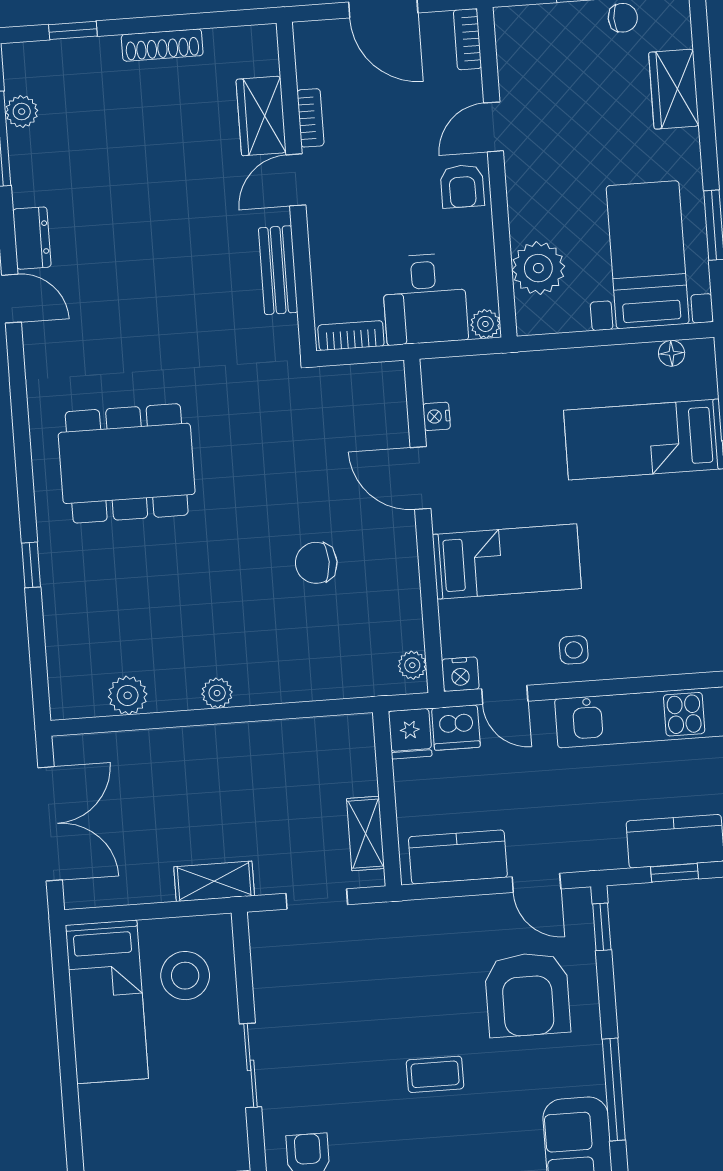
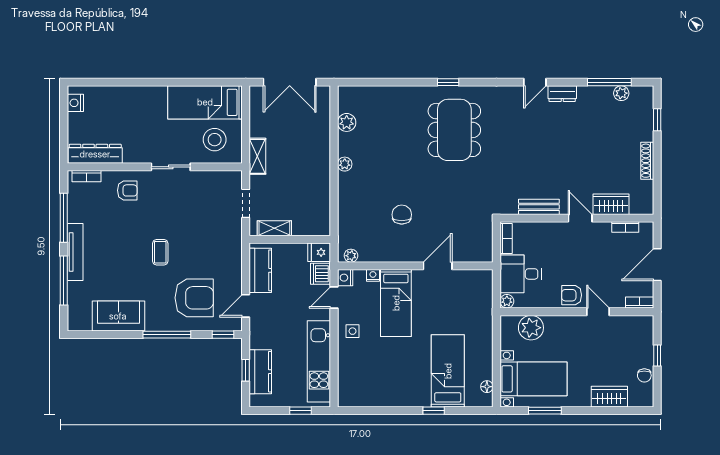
bookcase: (310, 118) -> (625, 227), moved
nightstand: (437, 416) -> (373, 275), moved
window: (31, 565) -> (448, 82), moved
armchair: (527, 994) -> (194, 298), turned 180
window: (614, 1090) -> (167, 335), moved

